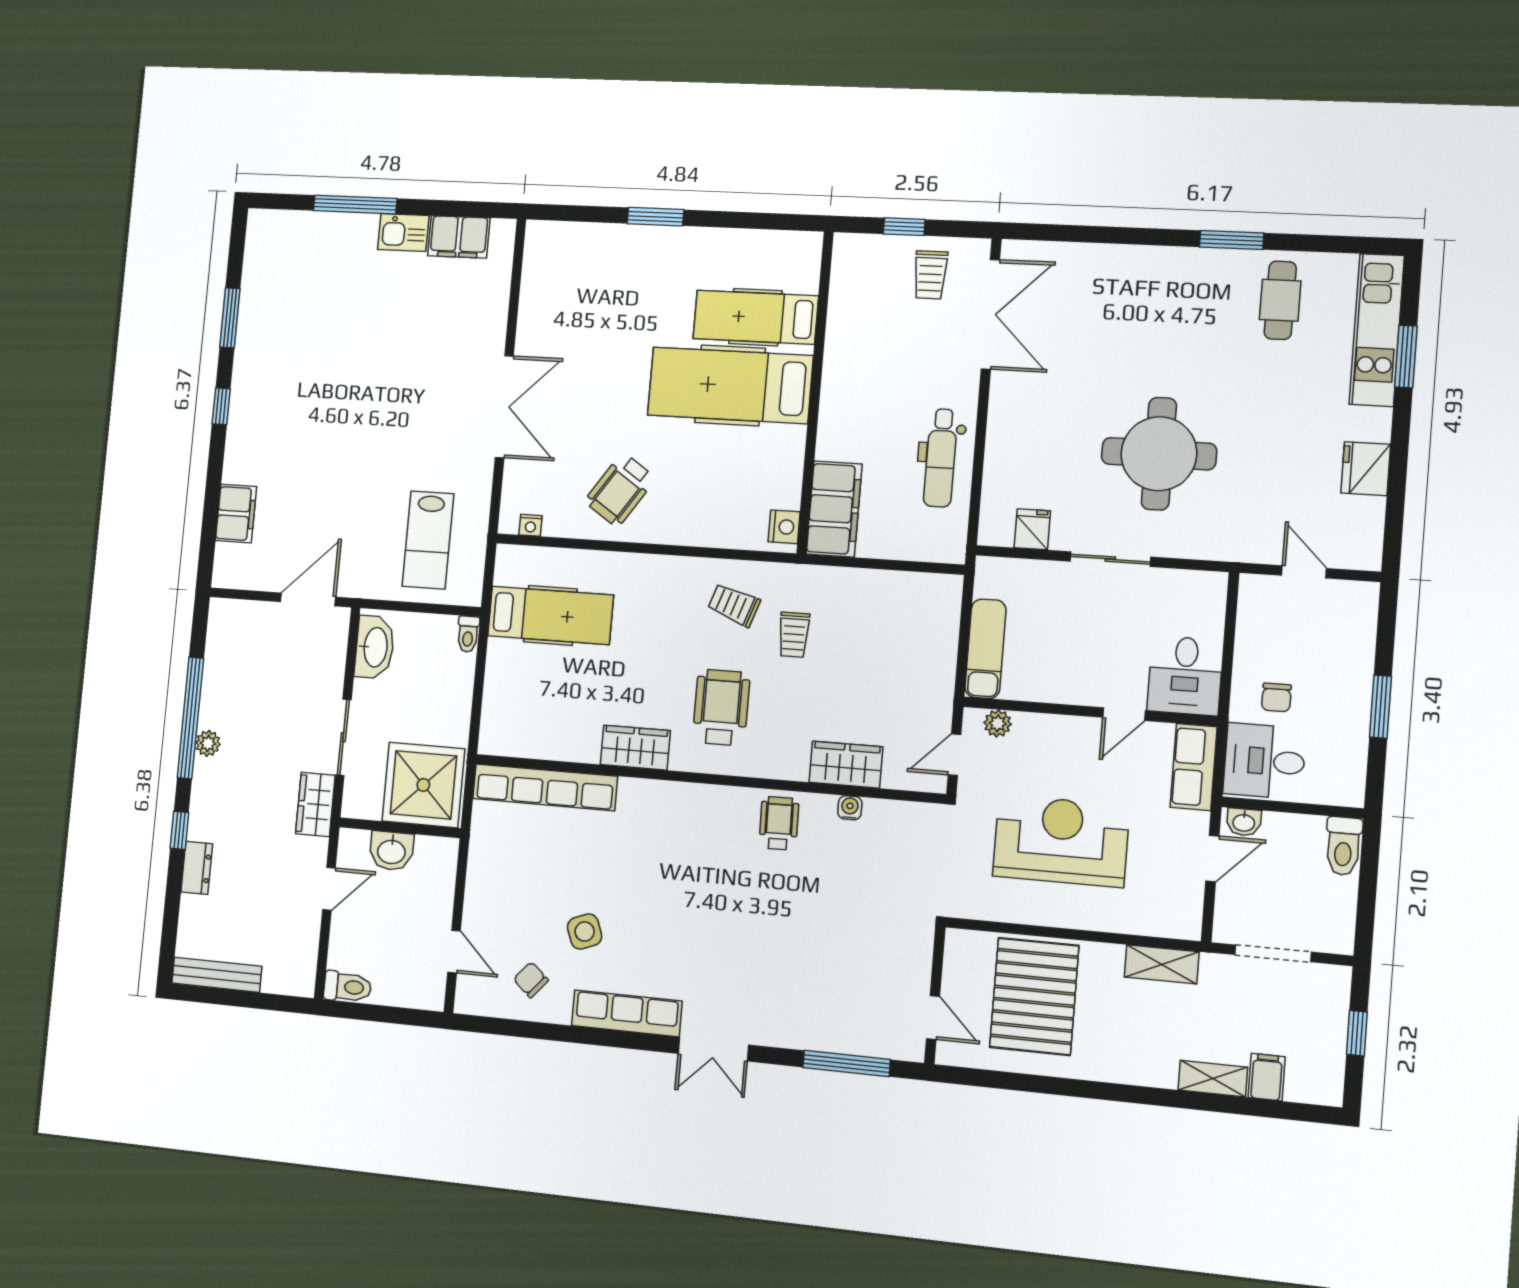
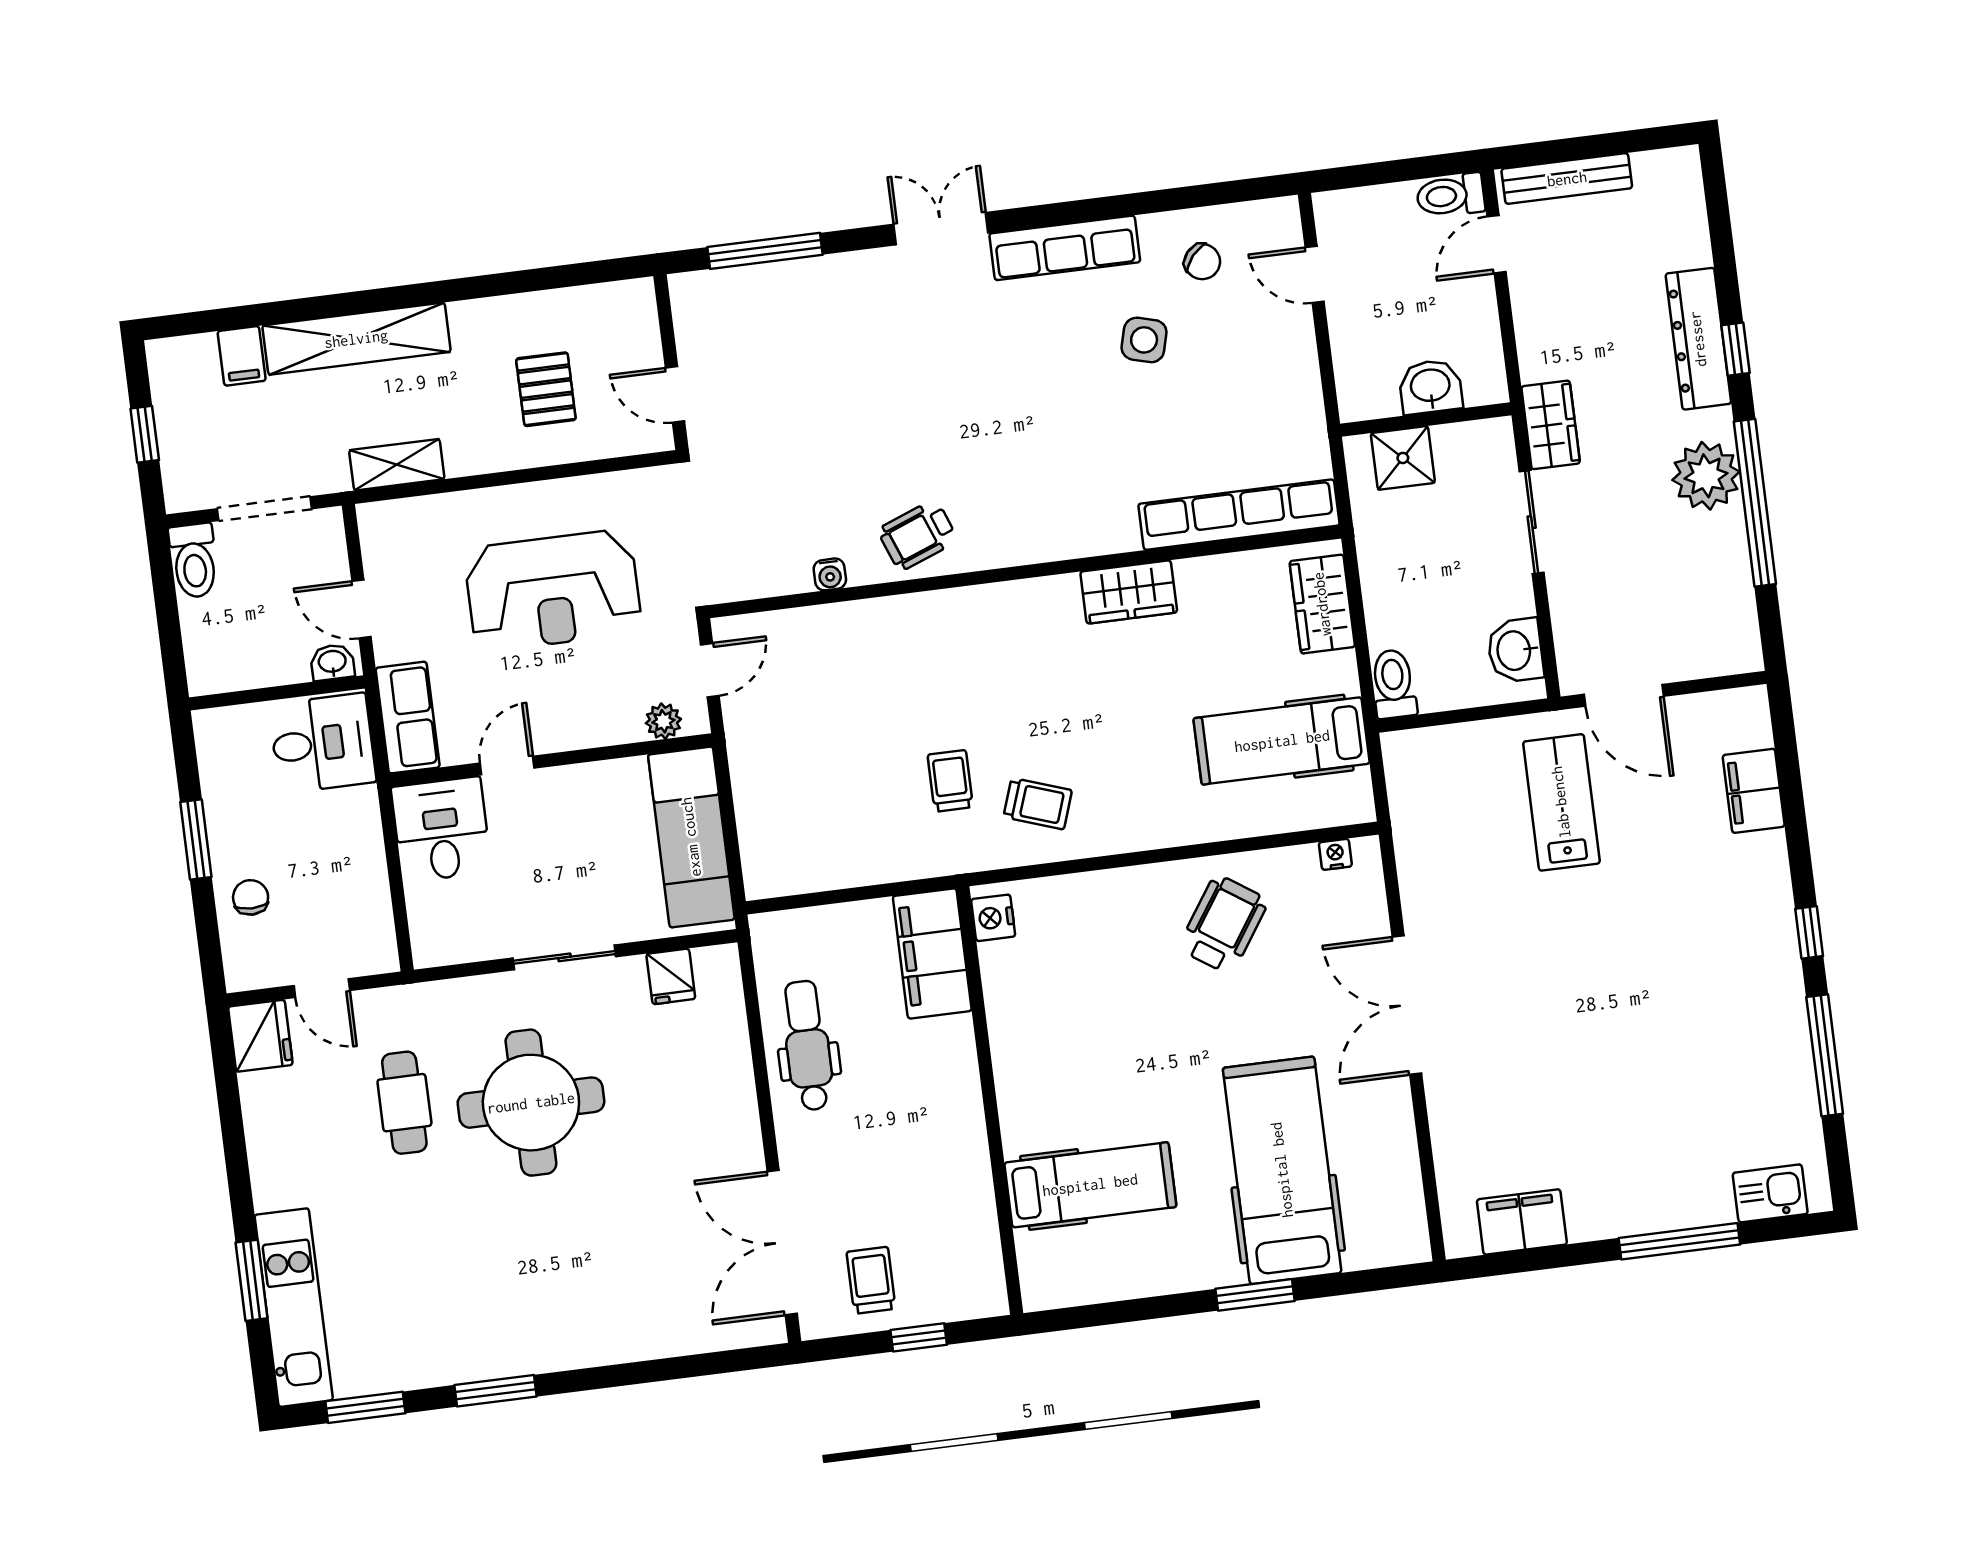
kitchen sink: (403, 232) -> (1770, 1193), moved
window: (1336, 244) -> (365, 1407), added
cafe table: (1280, 300) -> (404, 1103), moved
window: (230, 318) -> (1825, 1055), width x1.44
hospital bed: (730, 385) -> (1282, 1170), moved, turned -90
fridge: (1366, 469) -> (260, 1036), moved
lab bench: (428, 540) -> (1561, 802), moved
door: (308, 599) -> (1624, 695), hinge flipped
toilet: (468, 634) -> (1394, 684), width x1.37, depth x1.39
washbasin: (375, 647) -> (1515, 650), width x0.72
exam couch: (986, 649) -> (691, 837), width x1.36, depth x1.45
chair: (1276, 697) -> (251, 897), moved
wheelchair: (721, 707) -> (1026, 668), removed
plant: (208, 743) -> (1706, 476), width x1.87, depth x1.87
wardrobe: (846, 765) -> (1322, 604), moved, turned 90
shower: (423, 785) -> (1403, 458), width x0.54, depth x0.54
wheelchair: (779, 823) -> (918, 535), turned 70
toilet: (1343, 846) -> (194, 561), moved, turned 180
door: (1212, 858) -> (361, 609), hinge flipped
dresser: (197, 868) -> (1698, 339), width x1.96, depth x1.24
door: (329, 889) -> (1497, 244), moved
side table: (585, 932) -> (1144, 340), turned 36
bench: (217, 975) -> (1567, 179), moved
pallet: (1034, 996) -> (546, 389), width x0.49, depth x0.50
door: (933, 1017) -> (675, 394), moved
shelving: (1213, 1079) -> (356, 339), width x2.20, depth x1.33

